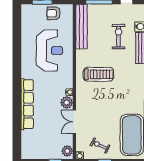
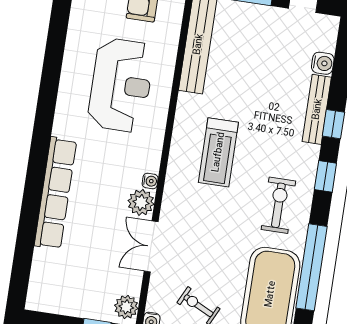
exercise bike: (119, 37) -> (278, 205), moved
treadmill: (98, 74) -> (218, 152), turned 90

